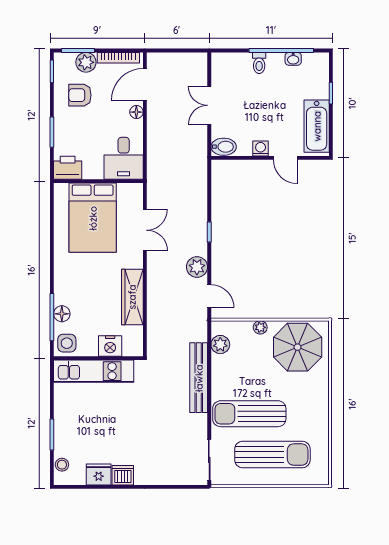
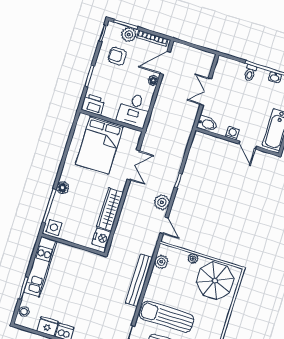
floor lamp: (62, 314) -> (62, 188), moved
nightstand: (110, 346) -> (101, 238), moved, turned -90
kitchen unit: (94, 371) -> (40, 267), moved, turned -90

